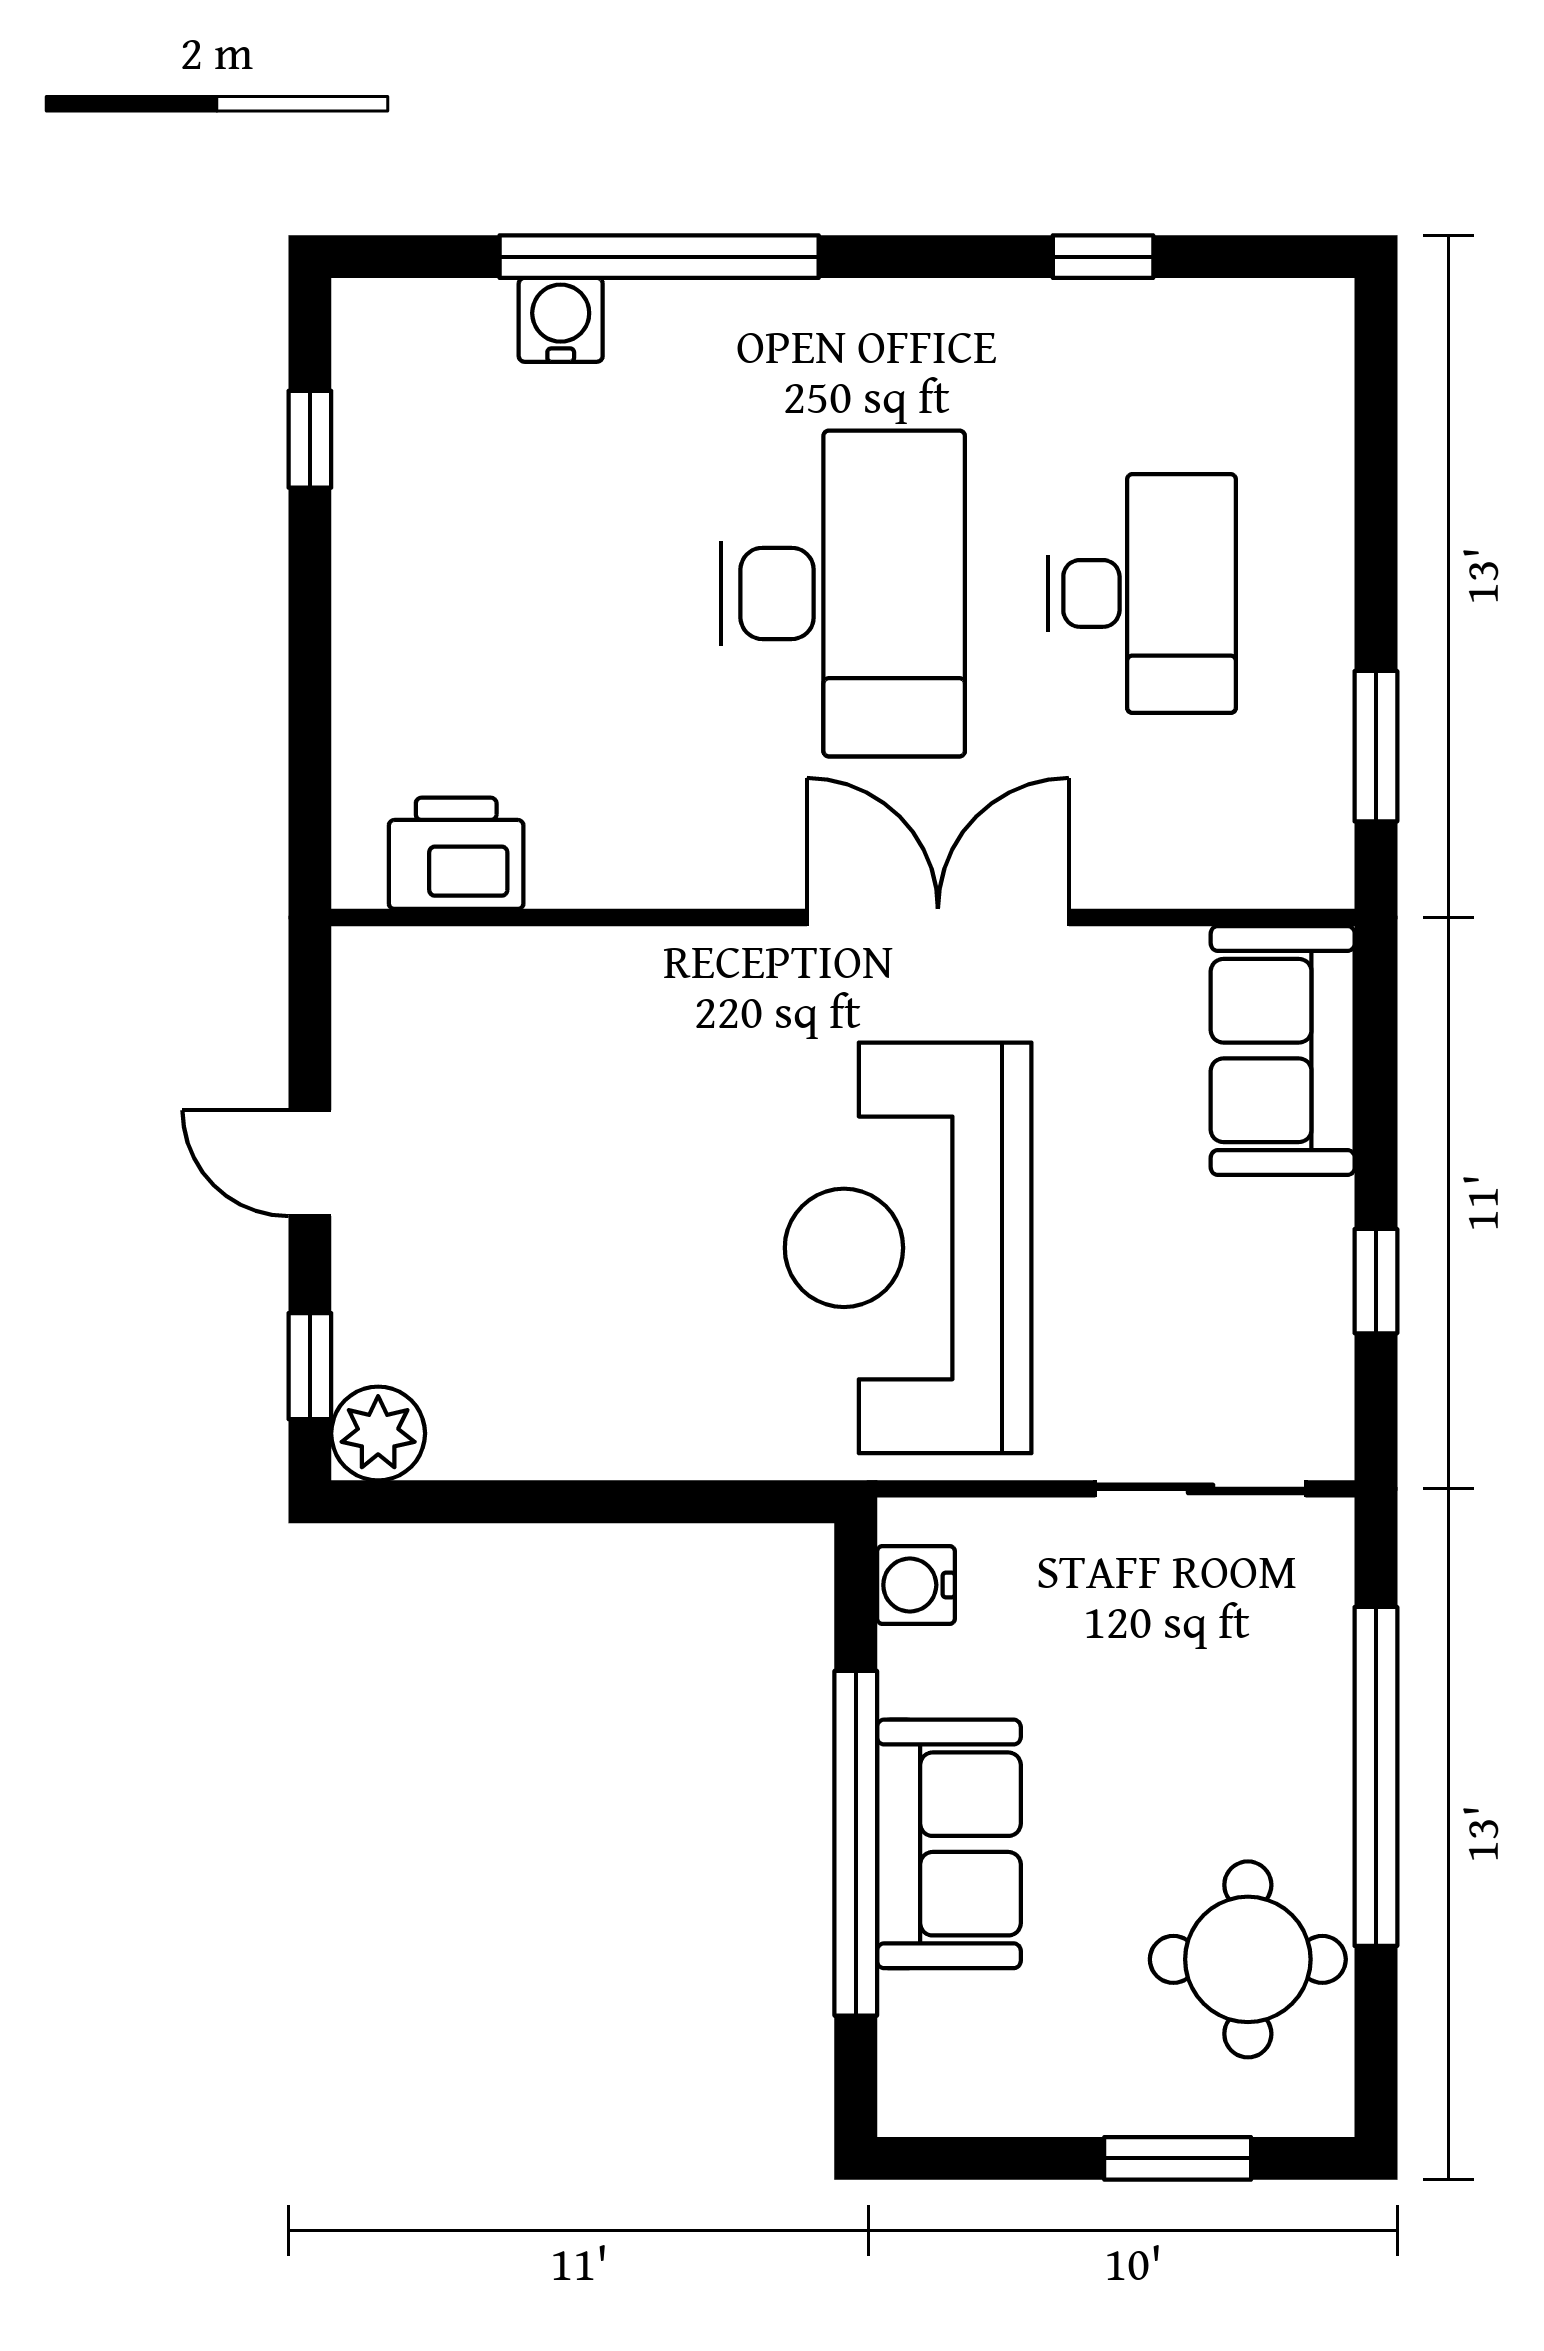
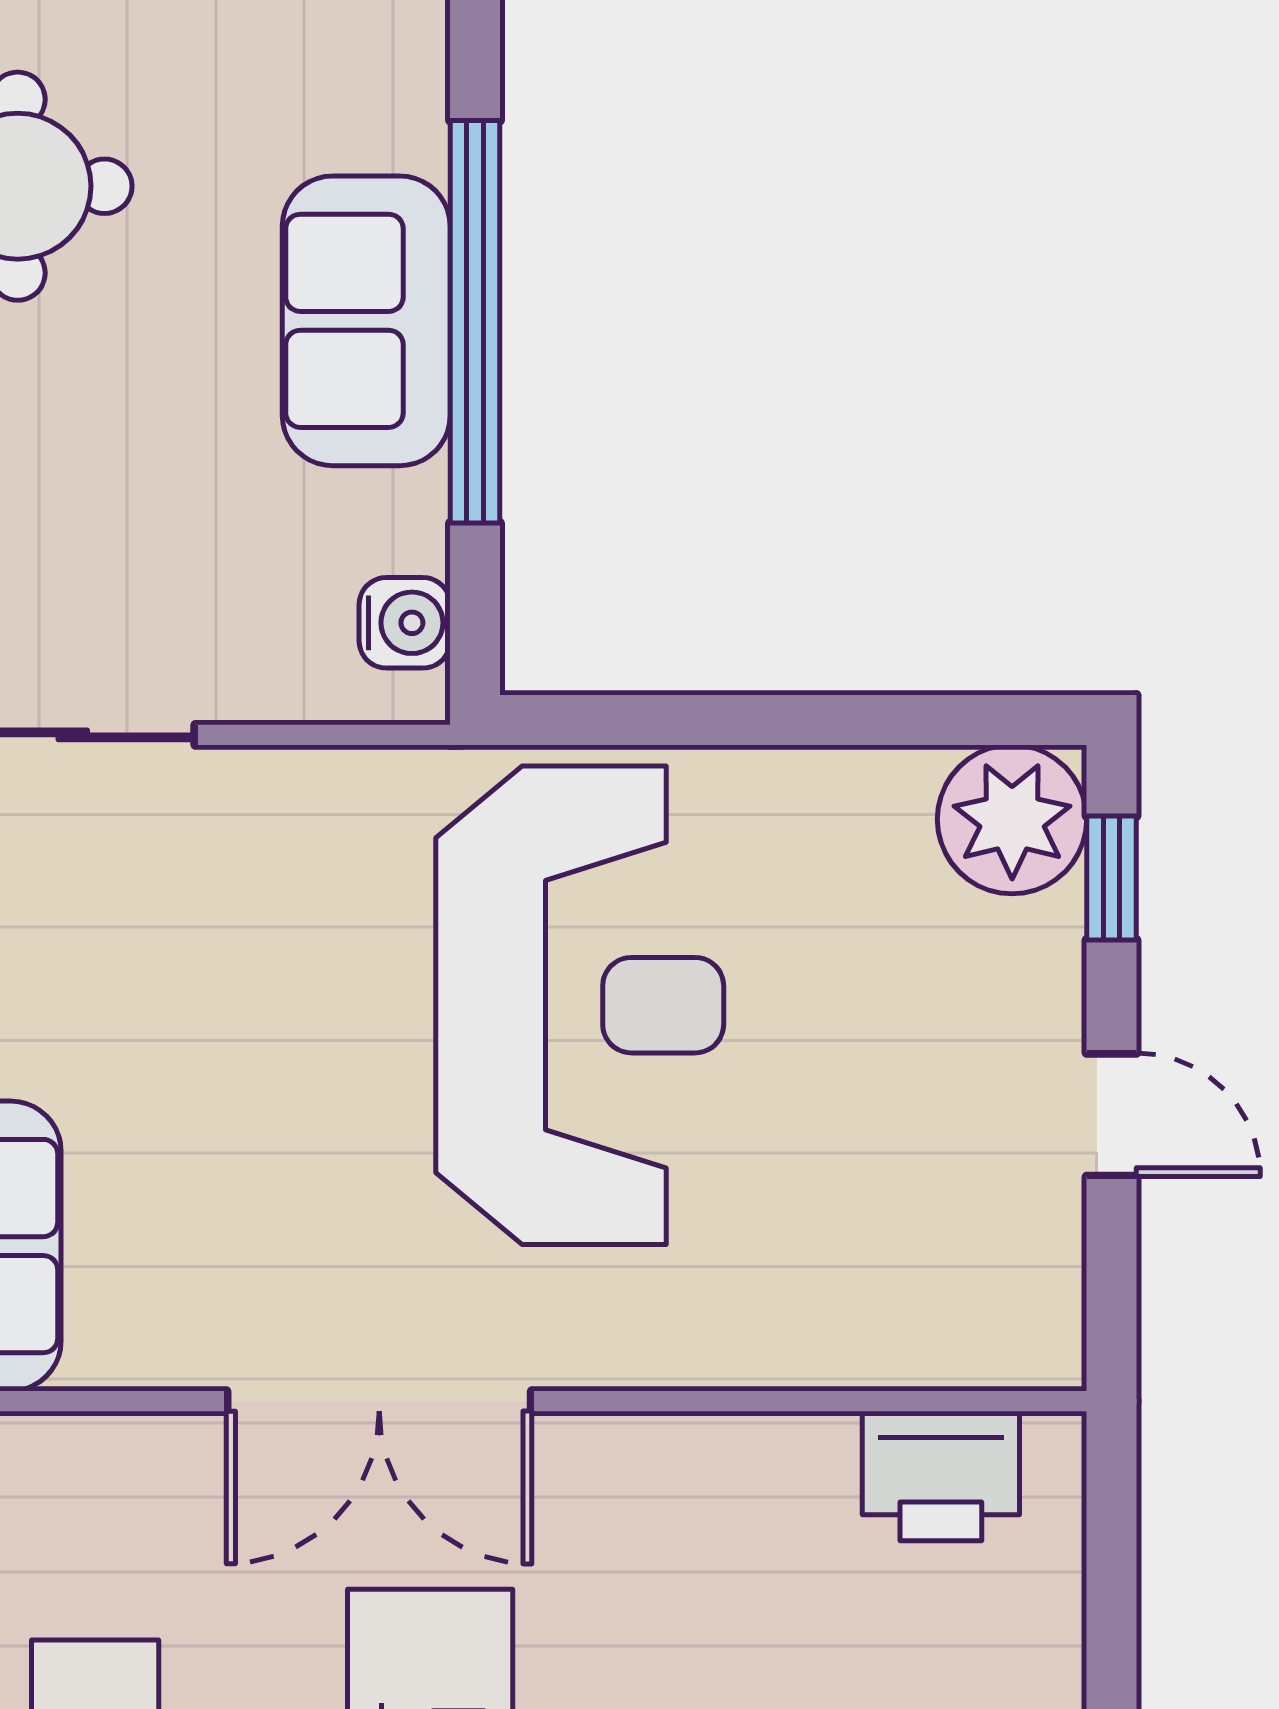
reception desk: (908, 1248) -> (580, 1005), moved
plant: (378, 1433) -> (1012, 819), width x1.36, depth x1.36

